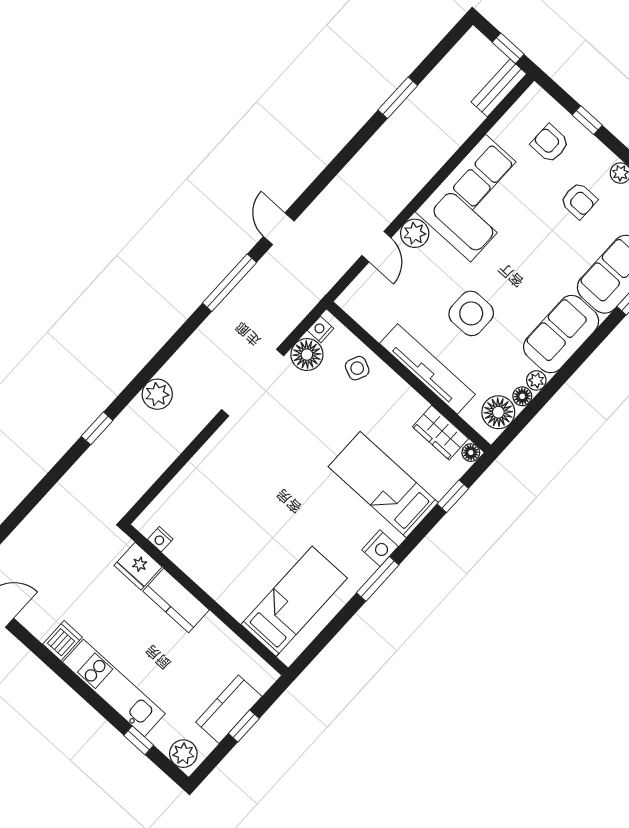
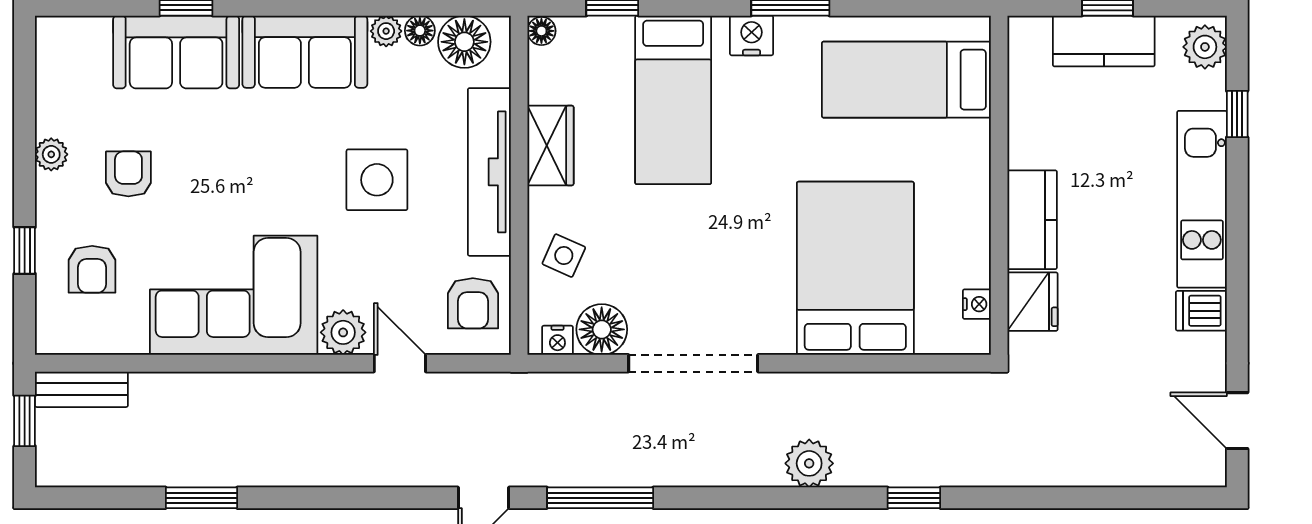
door: (376, 247) -> (400, 363), hinge flipped
armchair: (373, 306) -> (473, 303), added
wardrobe: (440, 433) -> (550, 145), moved
bed: (228, 498) -> (855, 268), added

